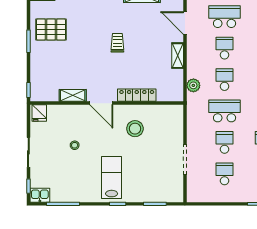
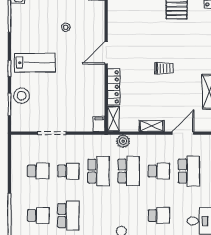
school desk: (225, 80) -> (129, 171), width x1.85
shelving: (73, 95) -> (113, 119), moved
filing cabinet: (175, 111) -> (99, 124), added
stool: (135, 129) -> (22, 96), moved

